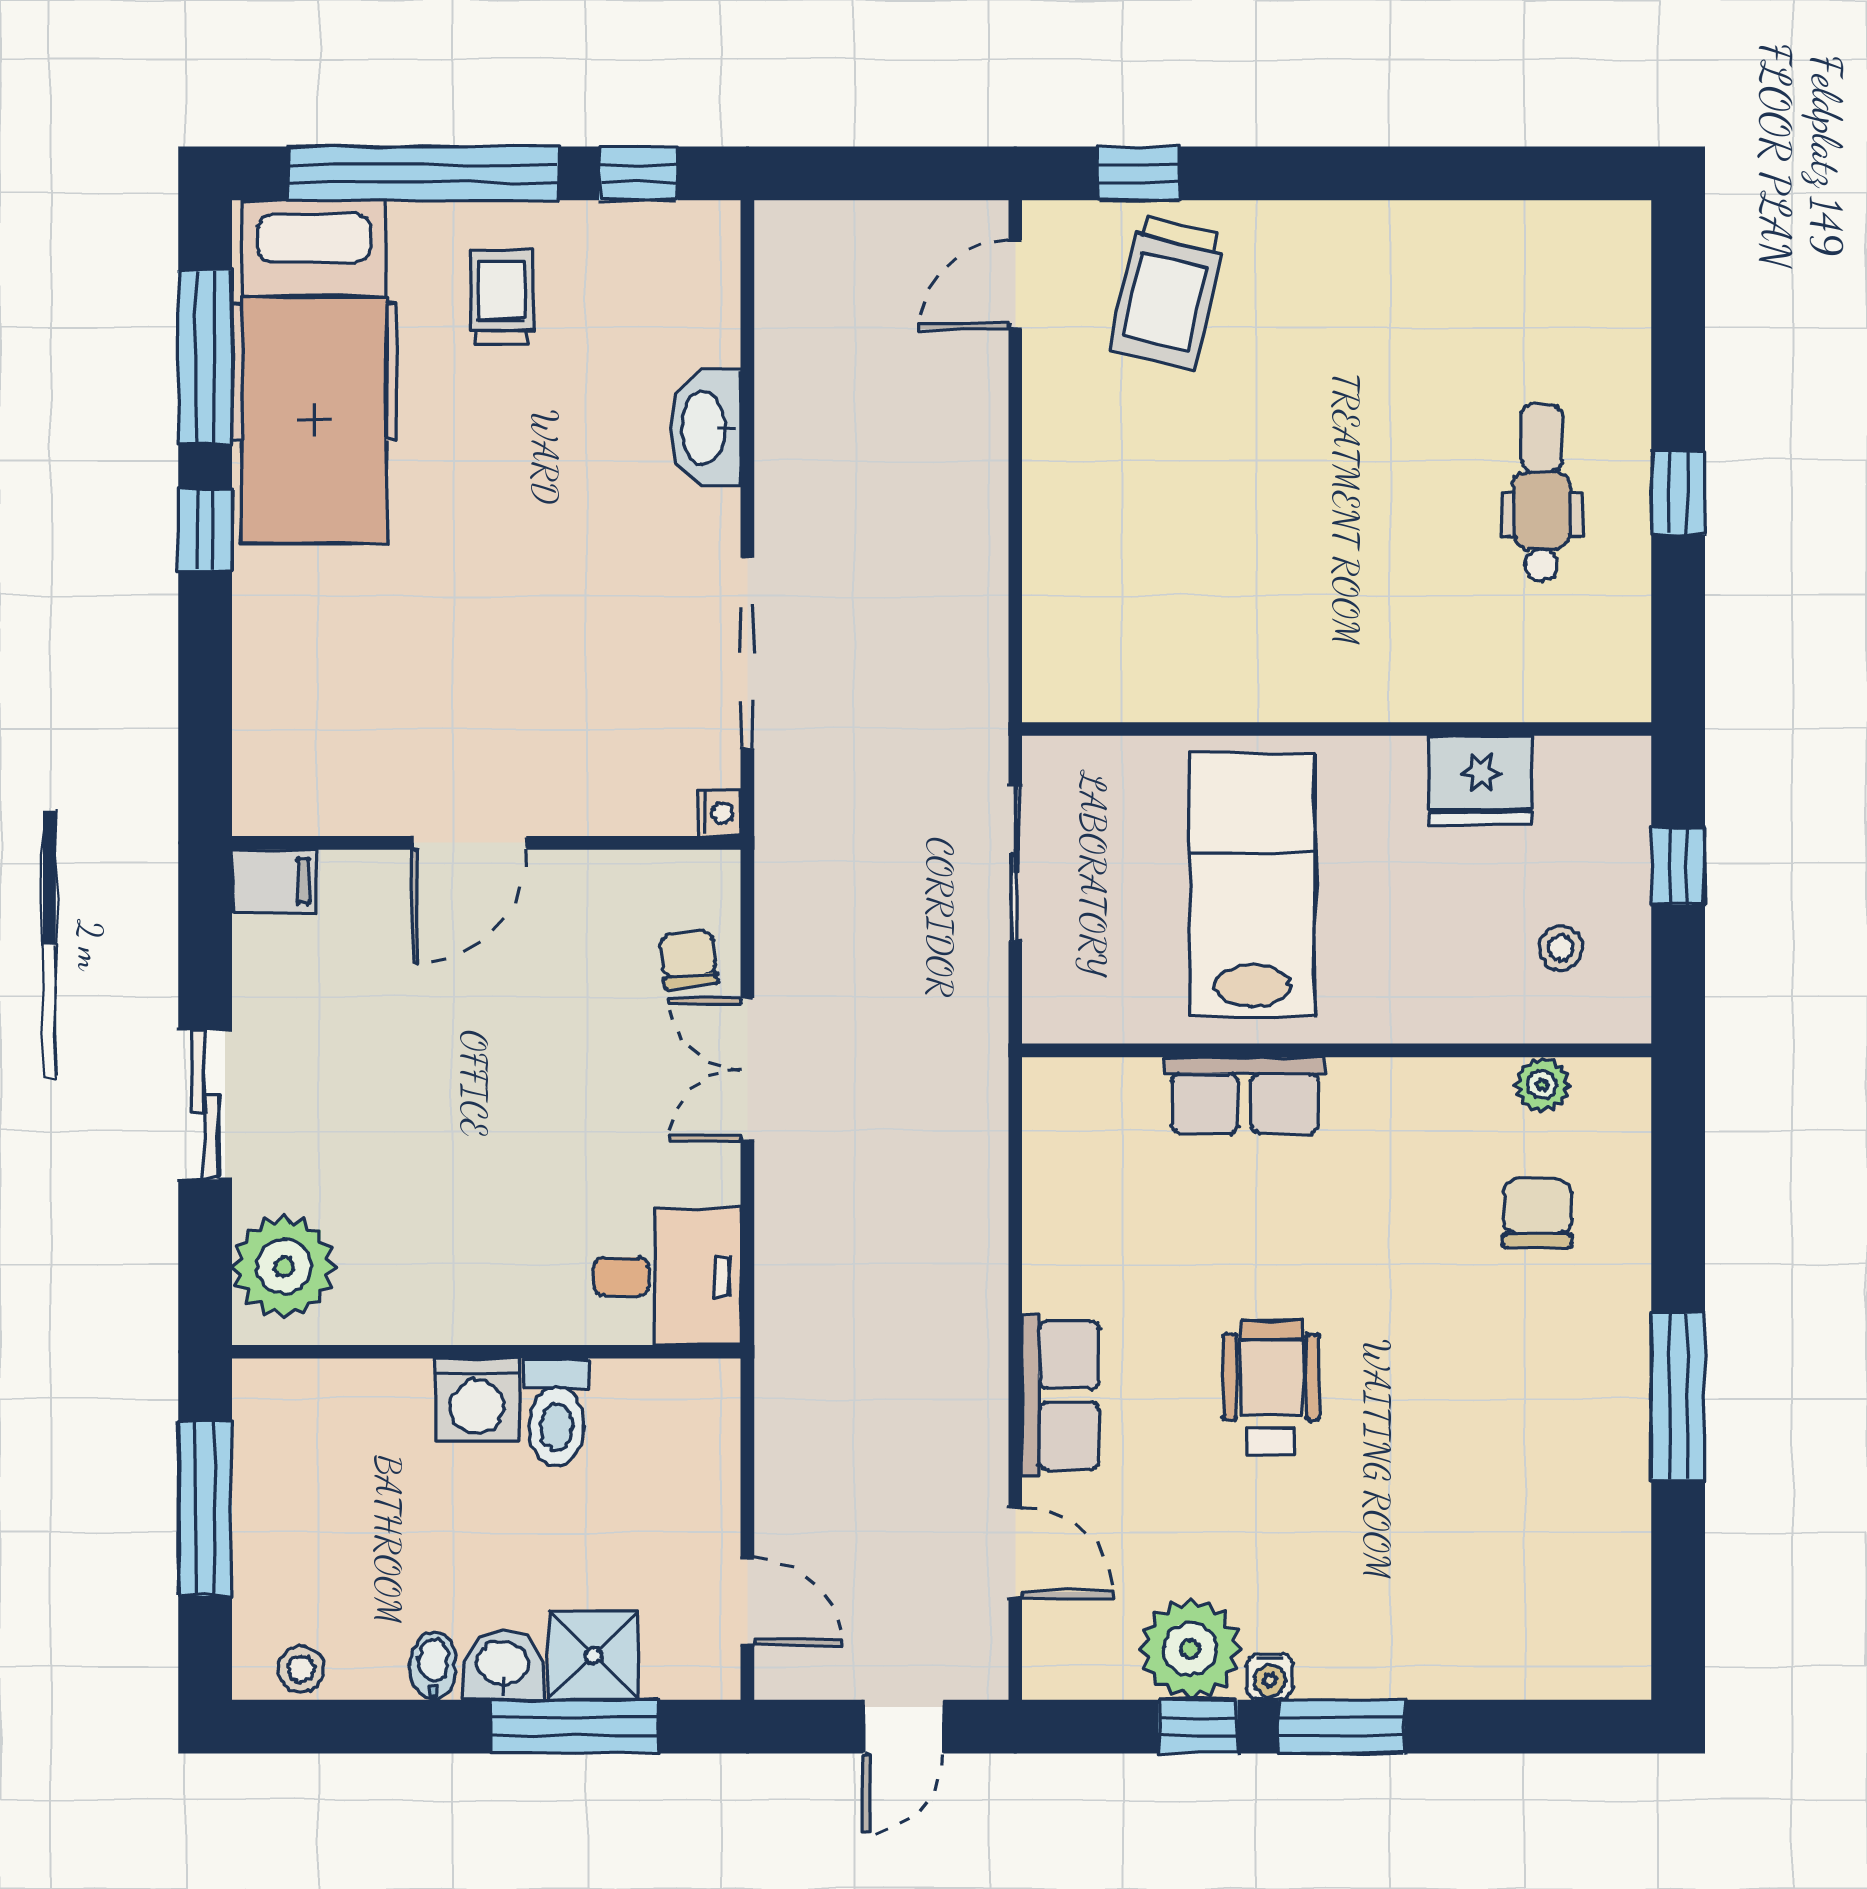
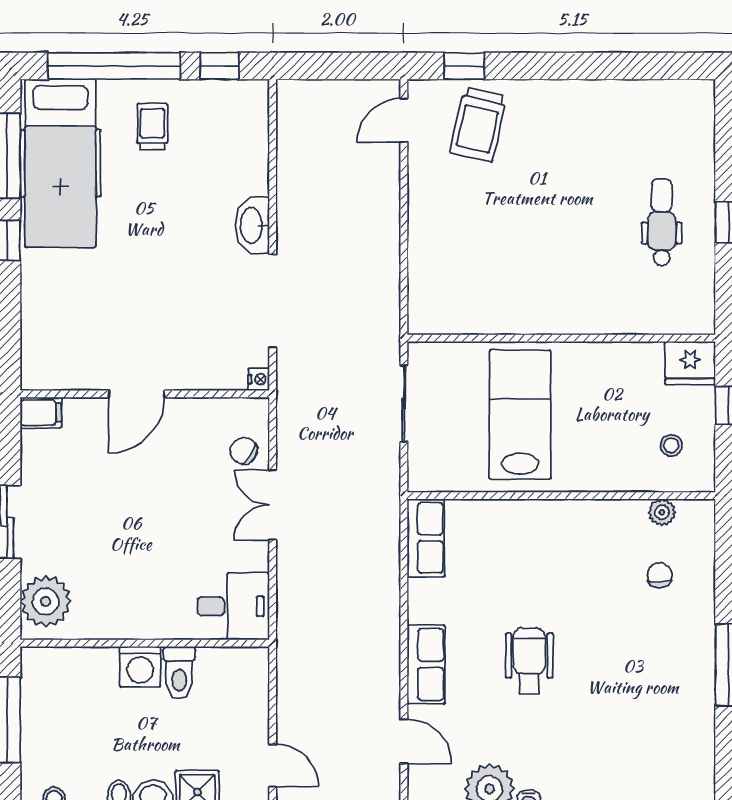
washbasin: (705, 428) -> (252, 225), moved
fridge: (1481, 780) -> (690, 363), moved
chair: (688, 959) -> (244, 451), turned -52
row of seats: (1244, 1095) -> (426, 538), moved, turned -90
chair: (1537, 1213) -> (660, 575), width x0.73, depth x0.73

